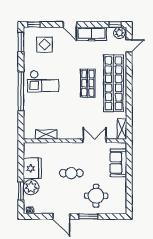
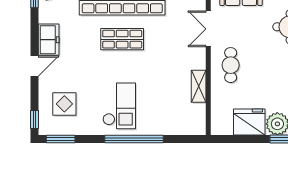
freezer: (92, 34) -> (49, 40), width x0.71
shelving: (46, 134) -> (199, 86), moved
cafe table: (71, 173) -> (231, 65), moved

